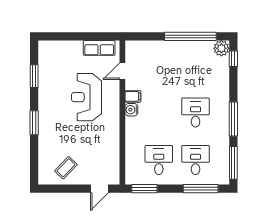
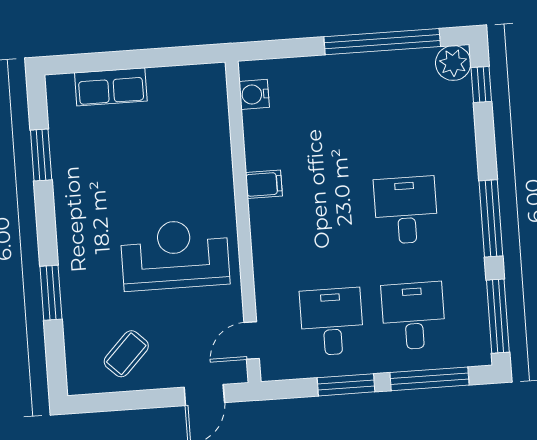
row of seats: (99, 48) -> (111, 87), moved
door: (122, 71) -> (252, 341), moved
reception desk: (86, 97) -> (175, 255), moved, turned 90
water cooler: (131, 110) -> (254, 94), moved
window: (34, 123) -> (51, 293), moved
window: (144, 189) -> (346, 385), moved

